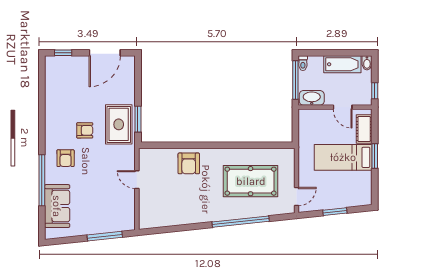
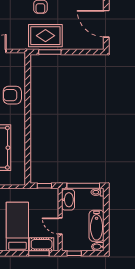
door: (343, 107) -> (60, 226), hinge flipped
window: (295, 126) -> (44, 186), added
window: (375, 156) -> (39, 253), moved

